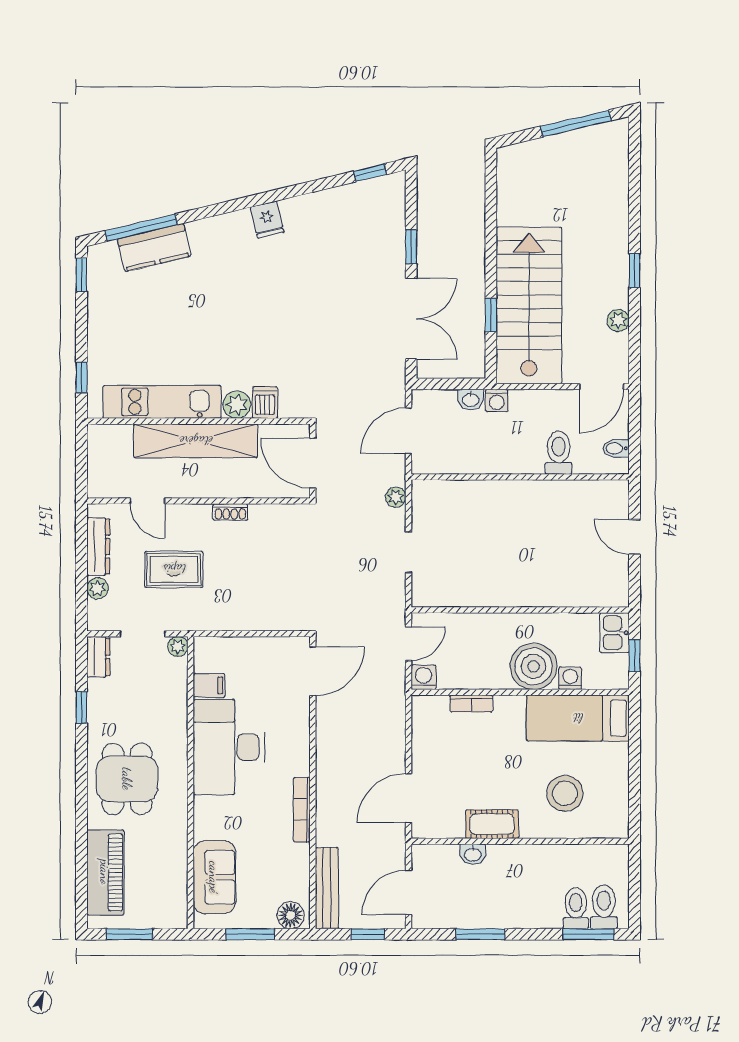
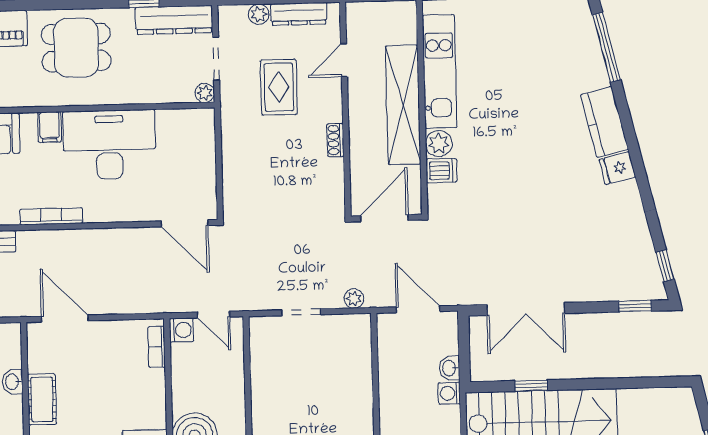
kitchen counter: (154, 247) -> (604, 122), moved
window: (411, 247) -> (635, 306), moved
dresser: (98, 657) -> (174, 20), width x1.96, depth x1.24
filing cabinet: (209, 685) -> (49, 127), moved
bookcase: (471, 704) -> (157, 347), moved

